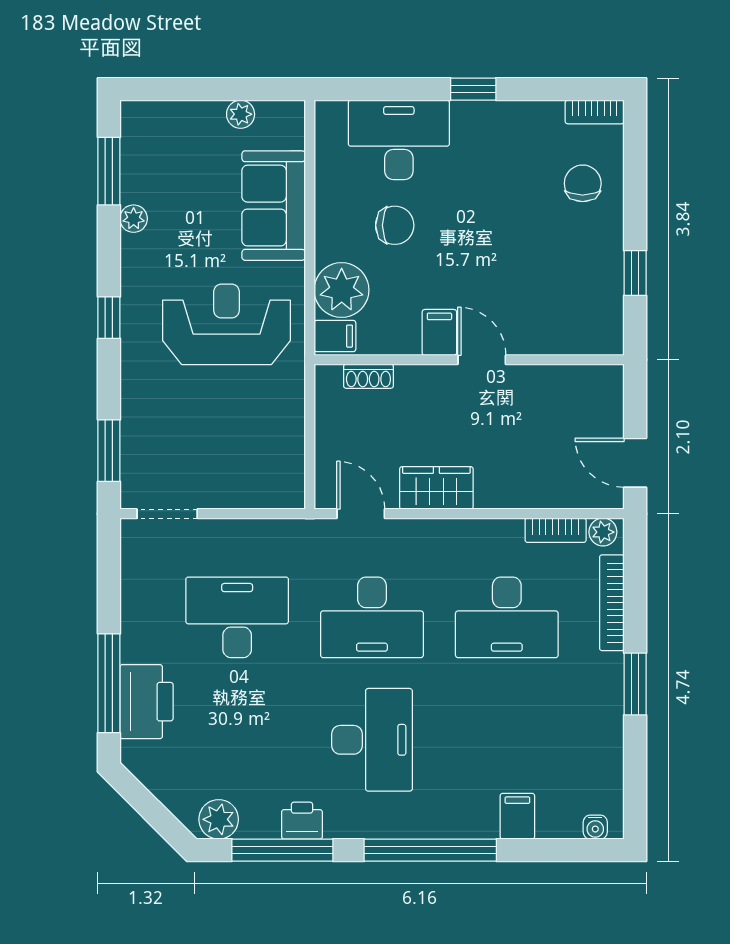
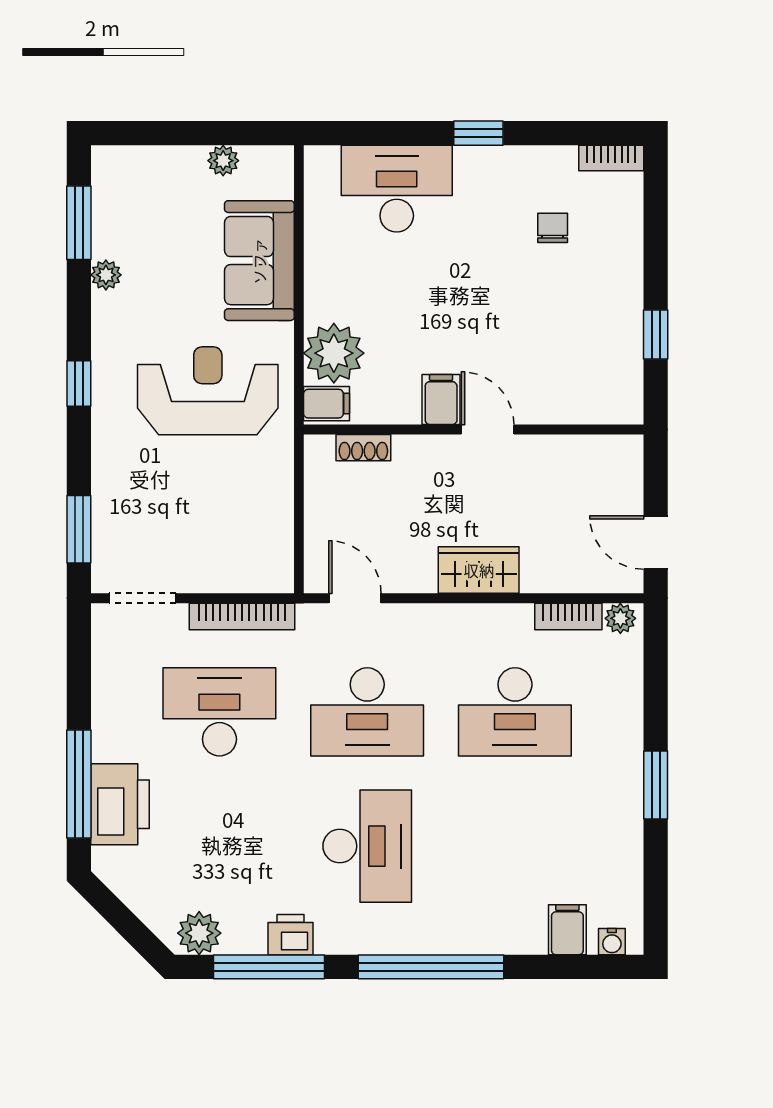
chair: (583, 183) -> (553, 228), moved, width x0.73, depth x0.73
chair: (395, 225) -> (392, 282), removed
wardrobe: (436, 488) -> (479, 570), moved
bookcase: (612, 603) -> (242, 616), moved, turned -90
filing cabinet: (517, 816) -> (567, 930), moved

